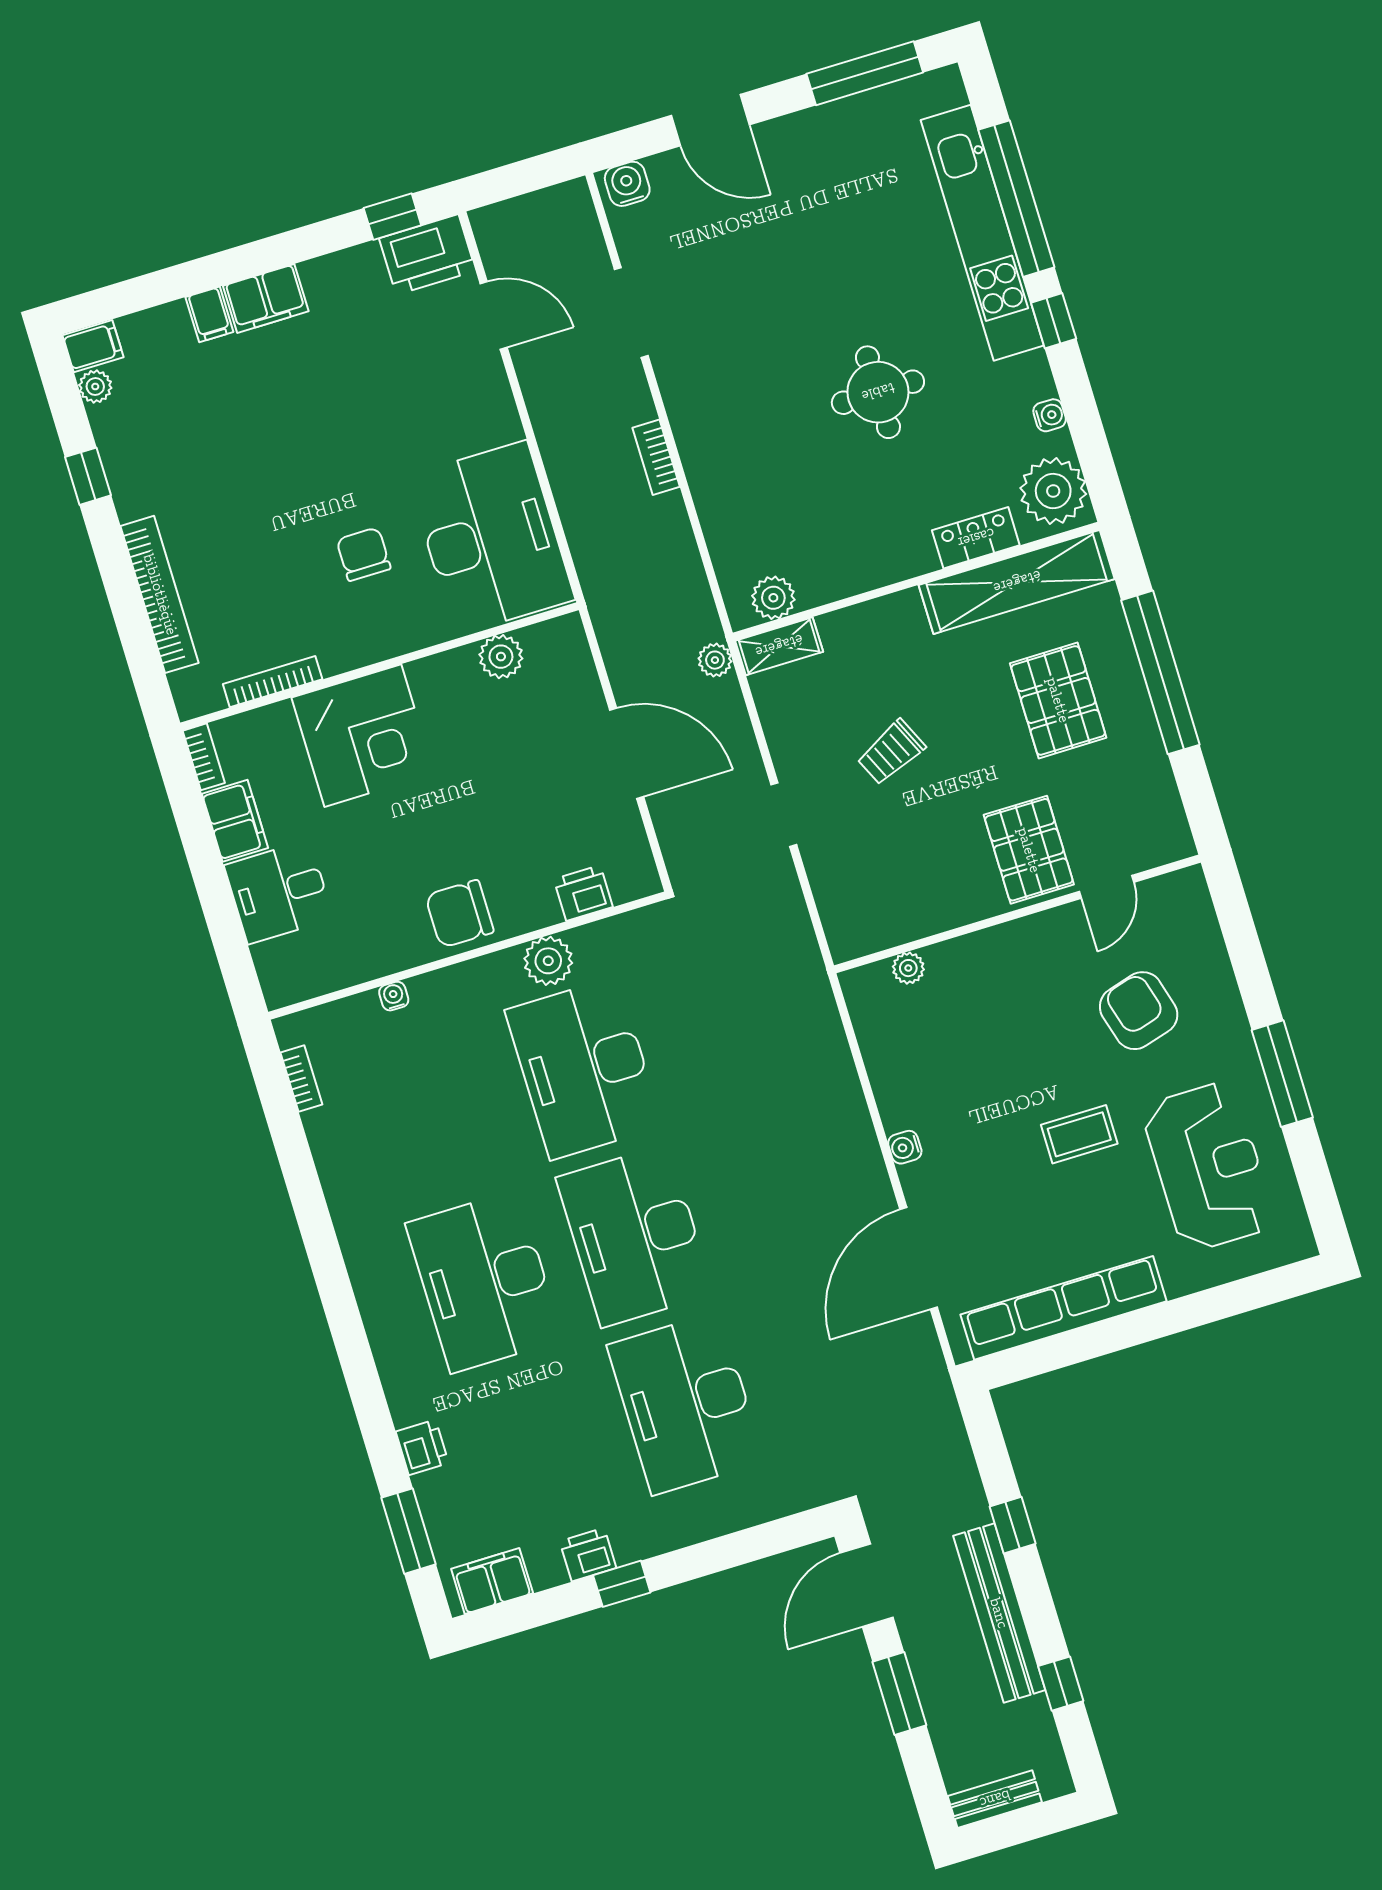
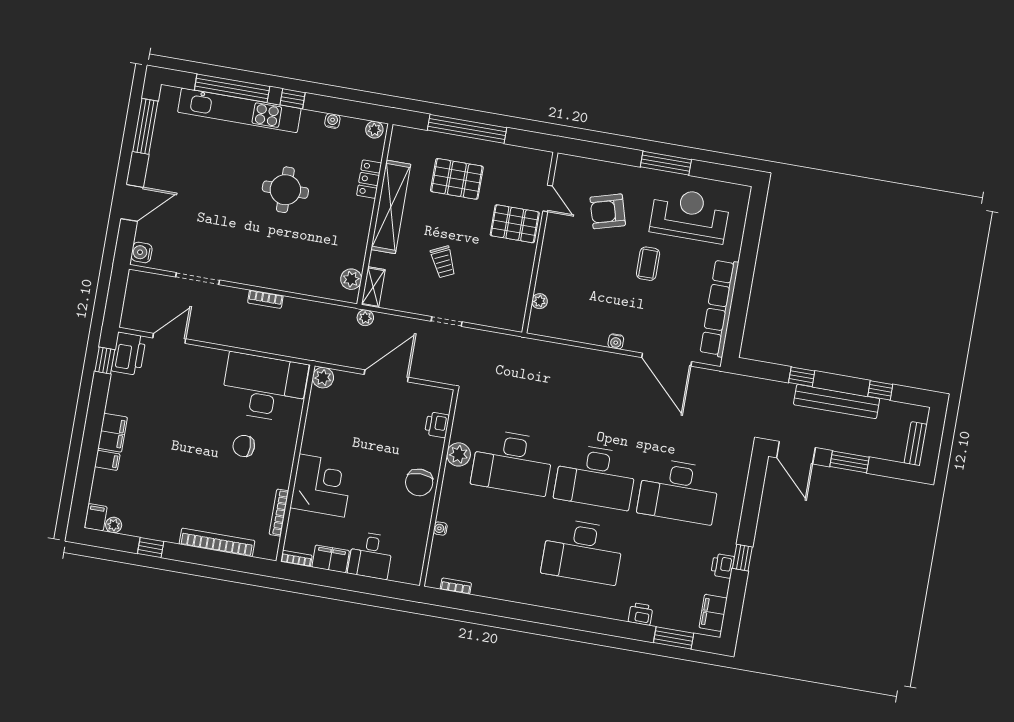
plant: (1053, 491) -> (374, 130), width x0.53, depth x0.53
shelving: (1017, 582) -> (391, 207), moved
plant: (501, 657) -> (323, 378), moved

